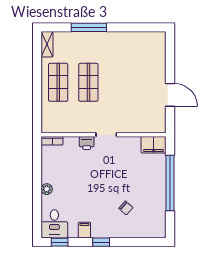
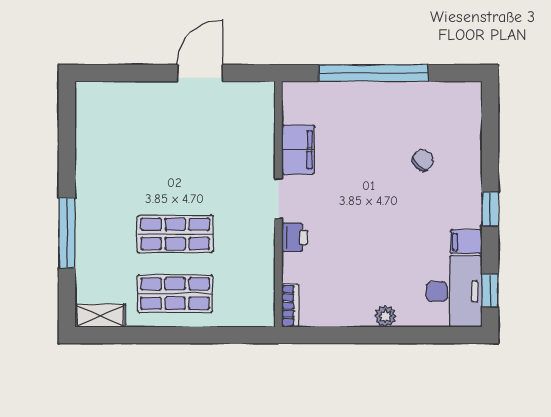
filing cabinet: (154, 145) -> (298, 150), moved
desk: (54, 224) -> (454, 291), width x1.37

